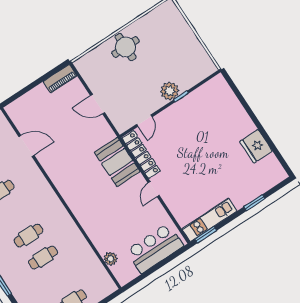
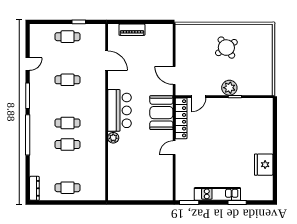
round table: (126, 47) -> (226, 48), moved, turned -34
piano: (60, 79) -> (132, 30), moved
door: (98, 104) -> (174, 76), moved
kitchen unit: (209, 220) -> (217, 194), moved
bar counter: (155, 248) -> (119, 110), moved, turned 90
plant: (111, 259) -> (113, 138), moved

